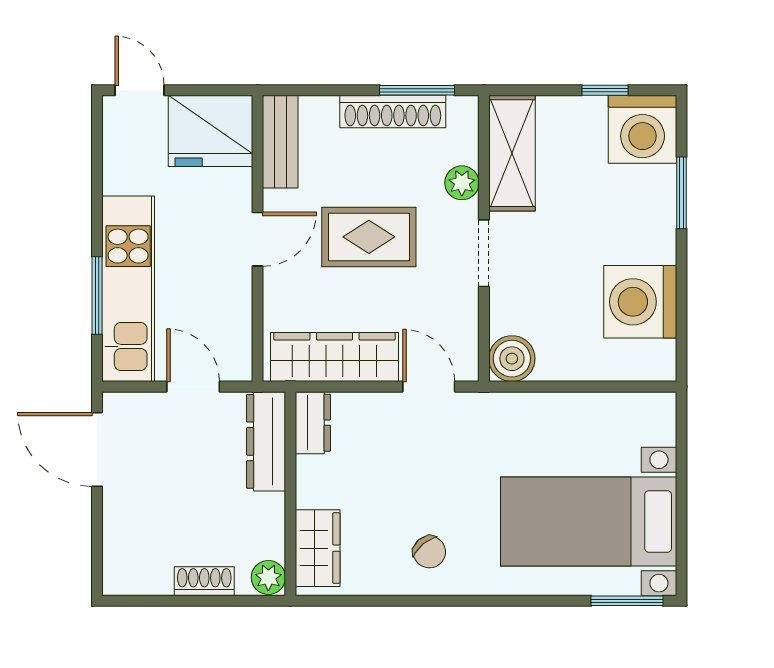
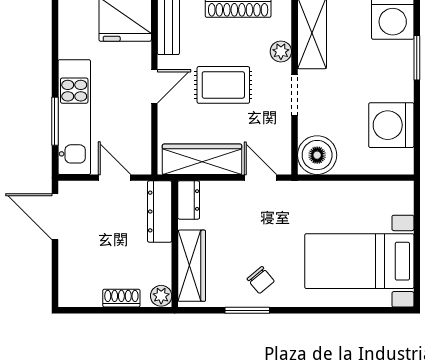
boiler: (512, 359) -> (317, 155), width x1.37, depth x1.37
wardrobe: (318, 548) -> (192, 266), width x1.50
window: (627, 601) -> (247, 310), moved

